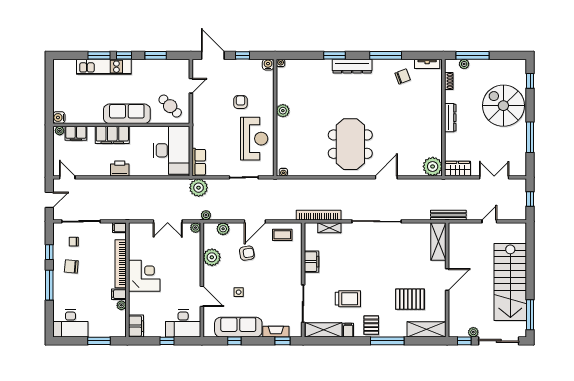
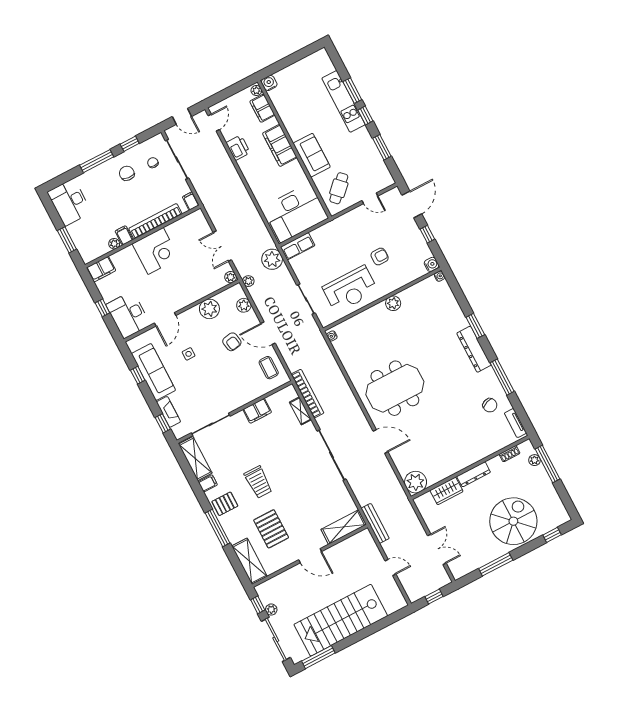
sofa: (127, 114) -> (312, 155), width x0.73
printer: (120, 169) -> (238, 148), moved
wardrobe: (458, 169) -> (446, 491), moved, turned 90
trolley: (348, 299) -> (258, 482), moved

